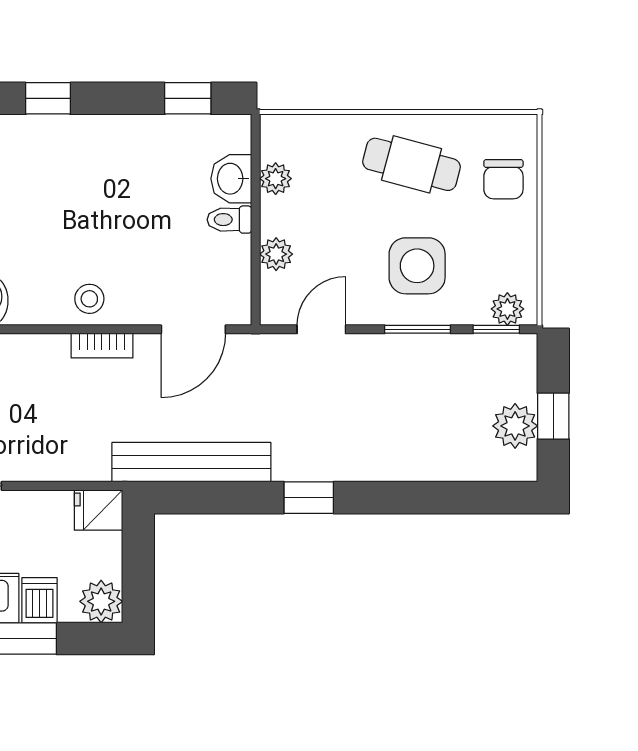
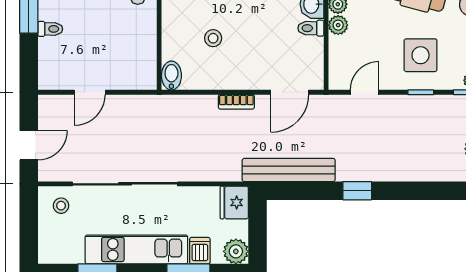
plant: (276, 254) -> (338, 25), moved
stool: (89, 299) -> (213, 38), moved
window: (418, 329) -> (421, 92), width x0.67
fridge: (98, 510) -> (234, 202), width x1.38

